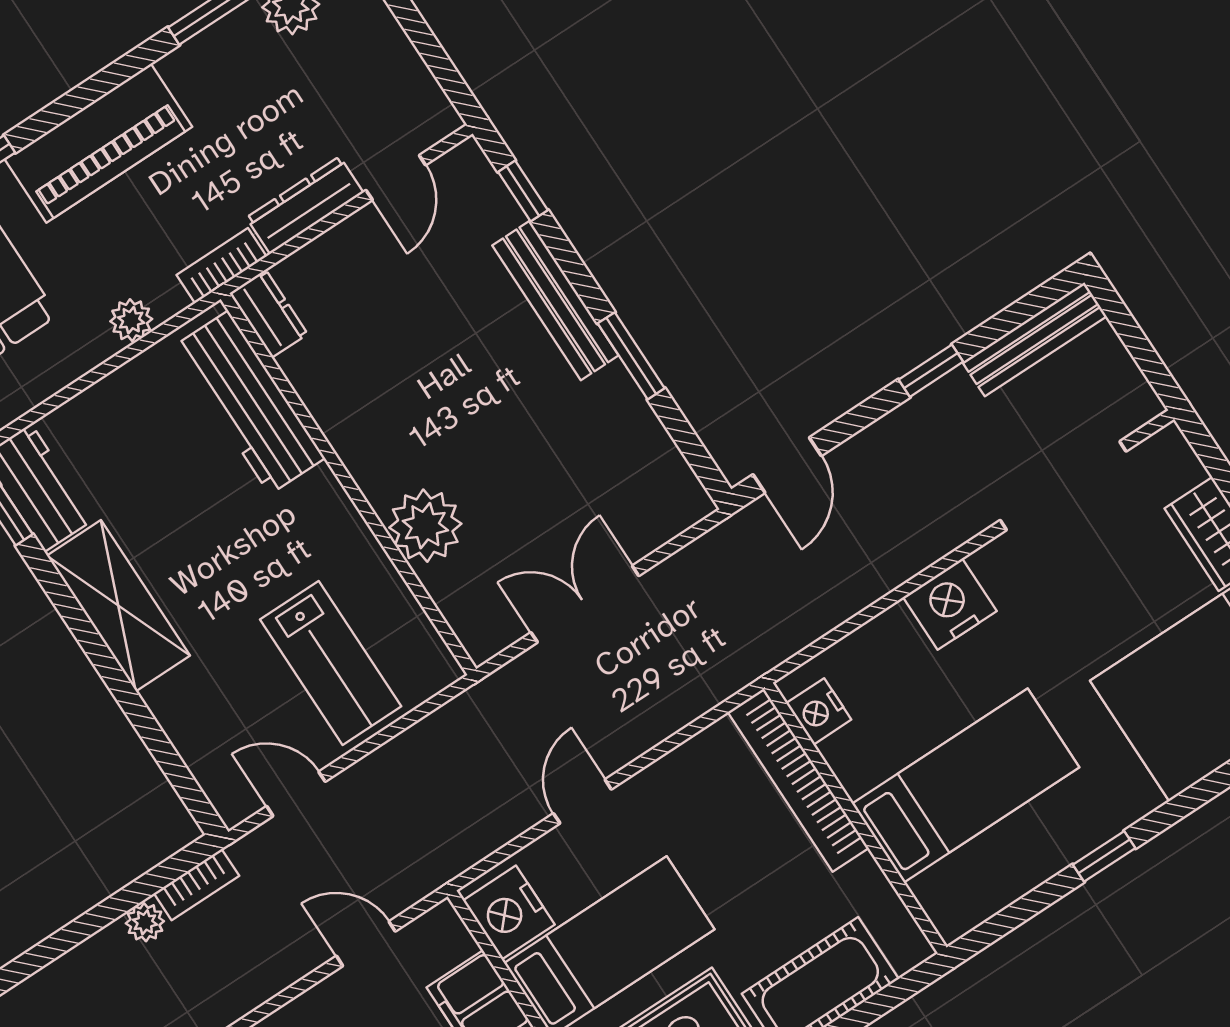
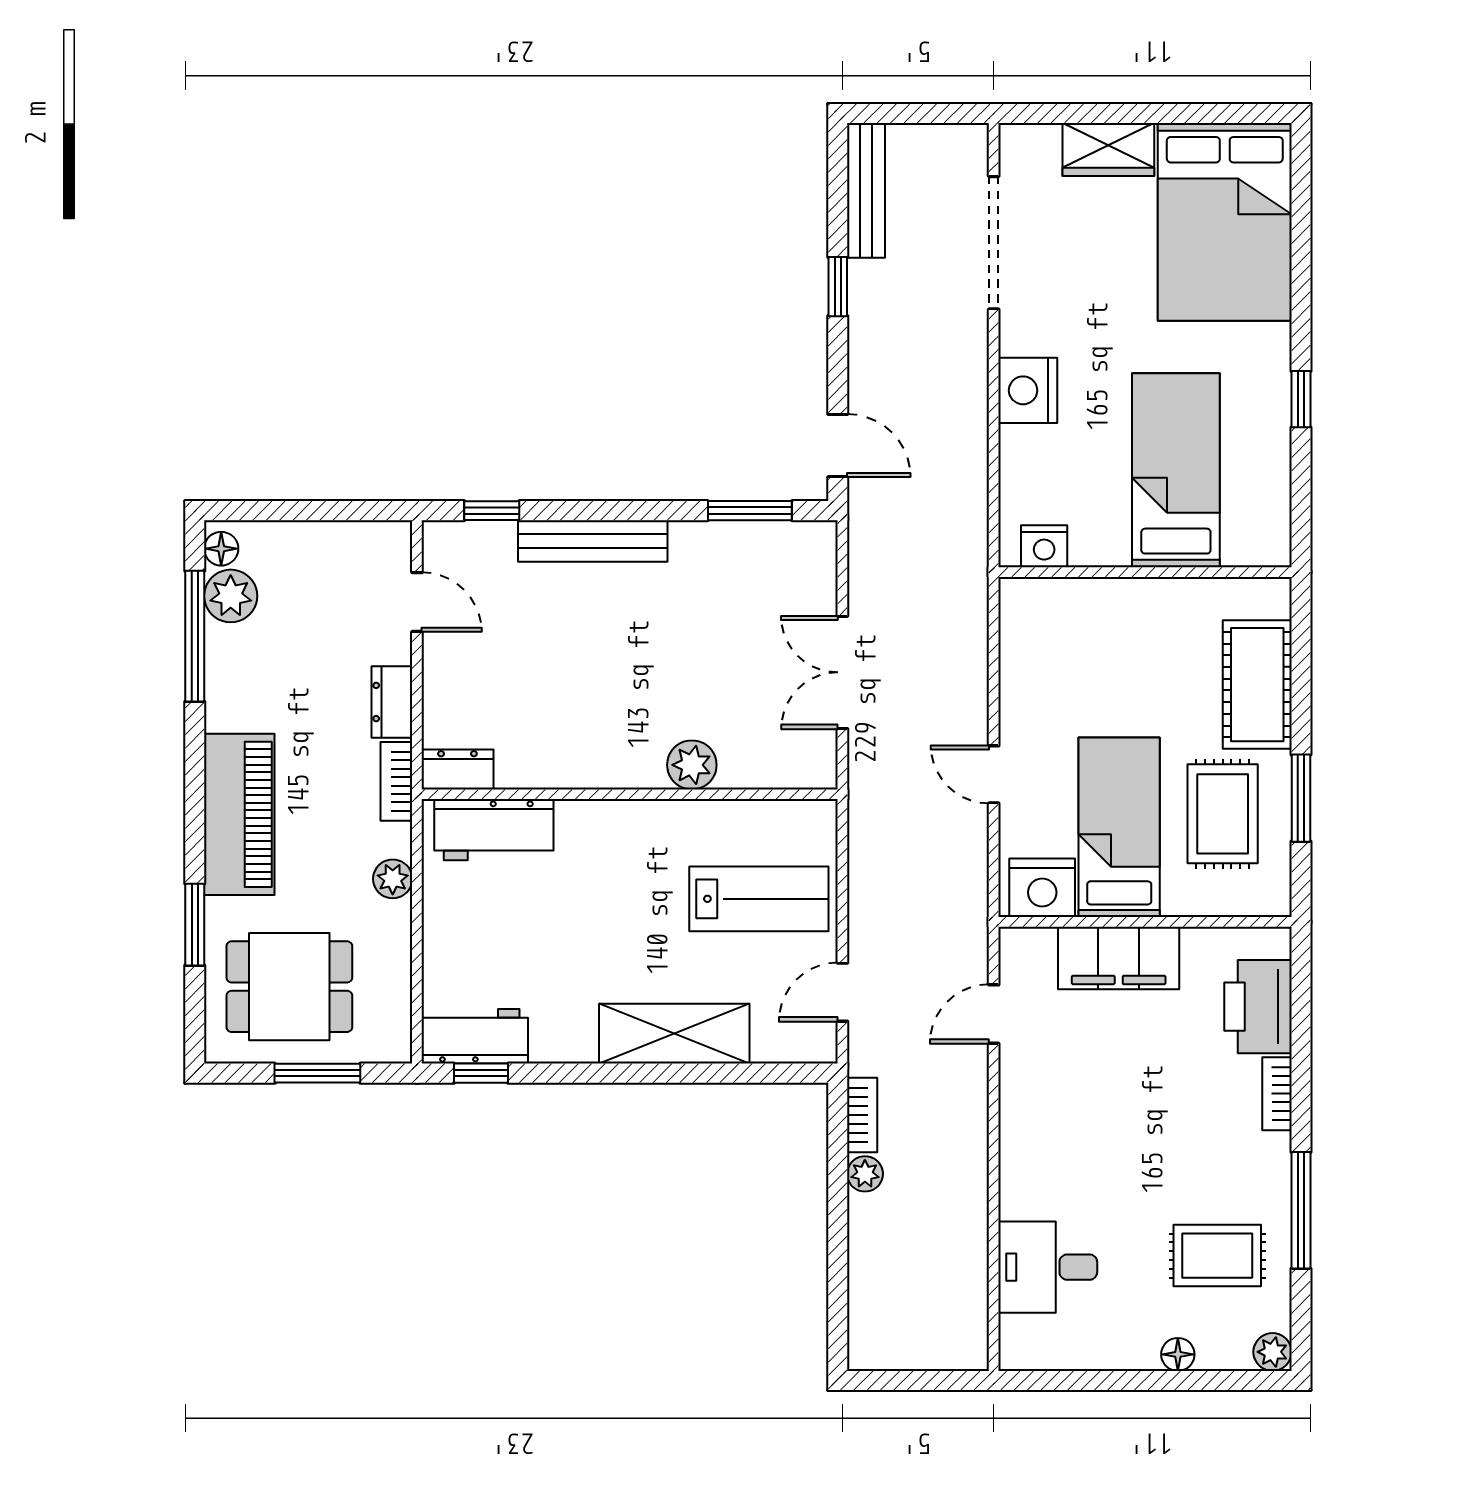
dresser: (305, 205) -> (392, 702), width x0.70
window: (631, 356) -> (750, 511), moved
workbench: (249, 403) -> (494, 830), width x0.73
plant: (425, 526) -> (692, 765), width x0.73, depth x0.73
shelving: (118, 606) -> (674, 1034), moved
bookcase: (798, 780) -> (1087, 597), removed

